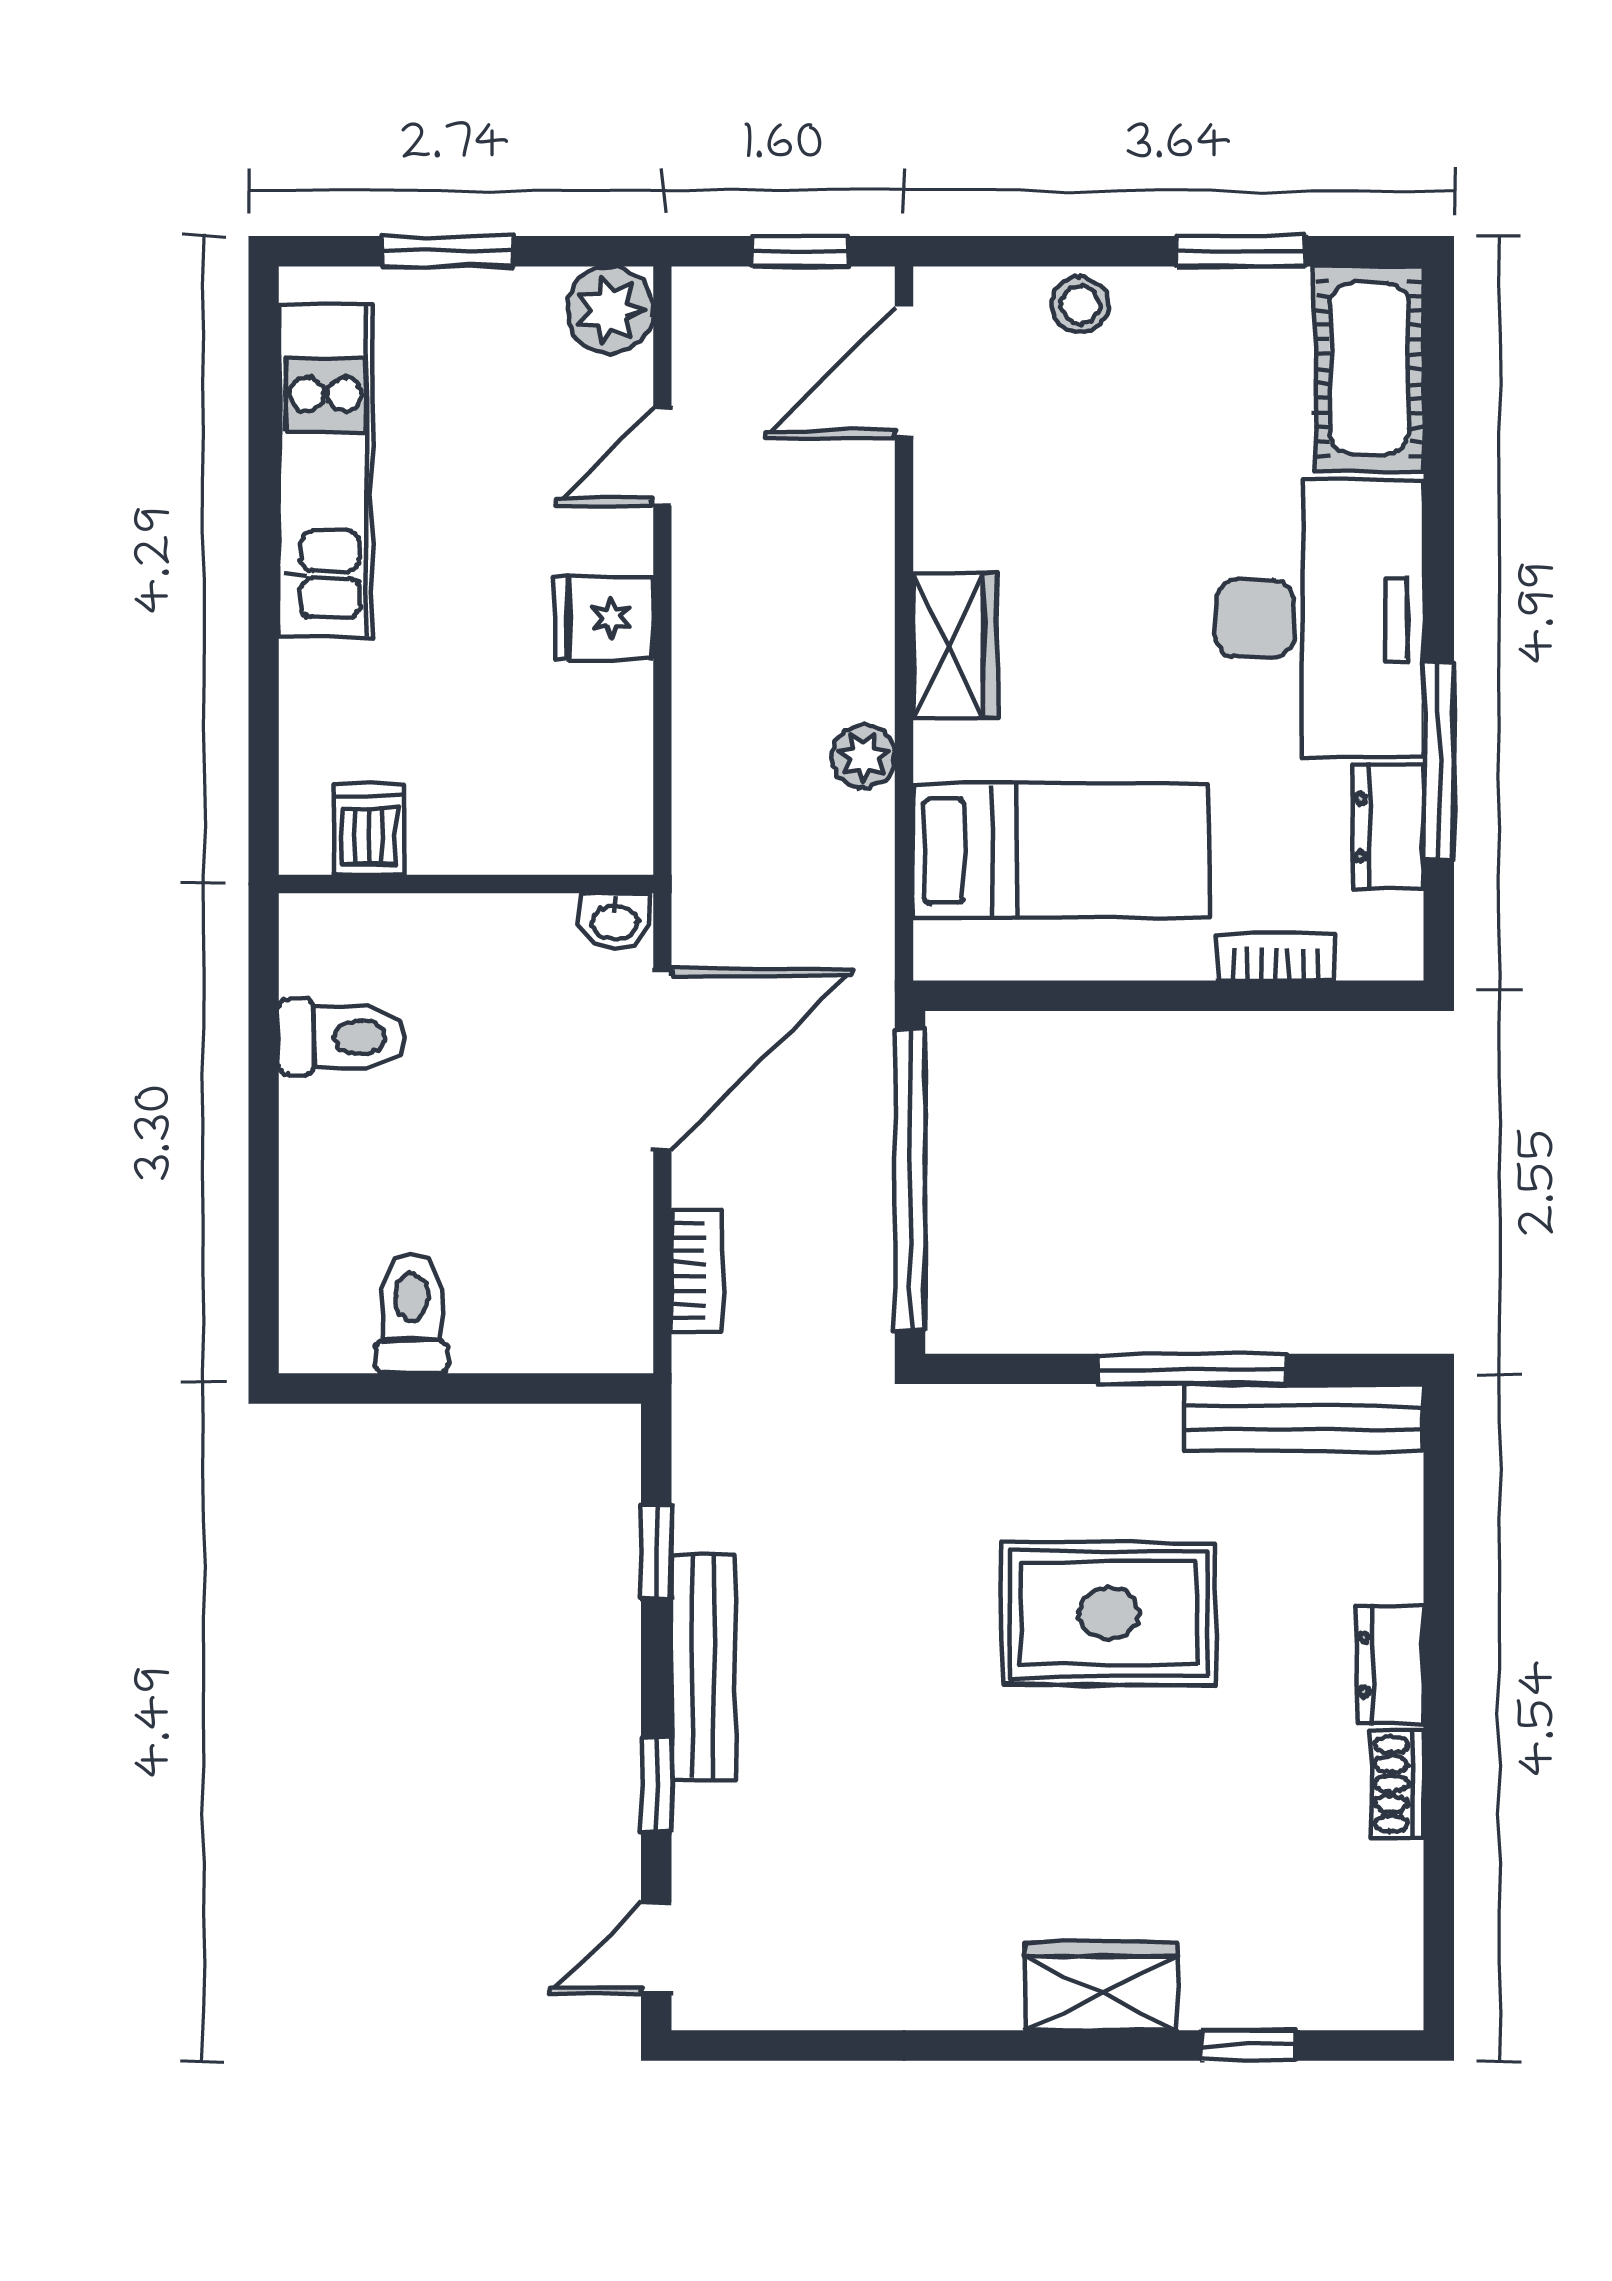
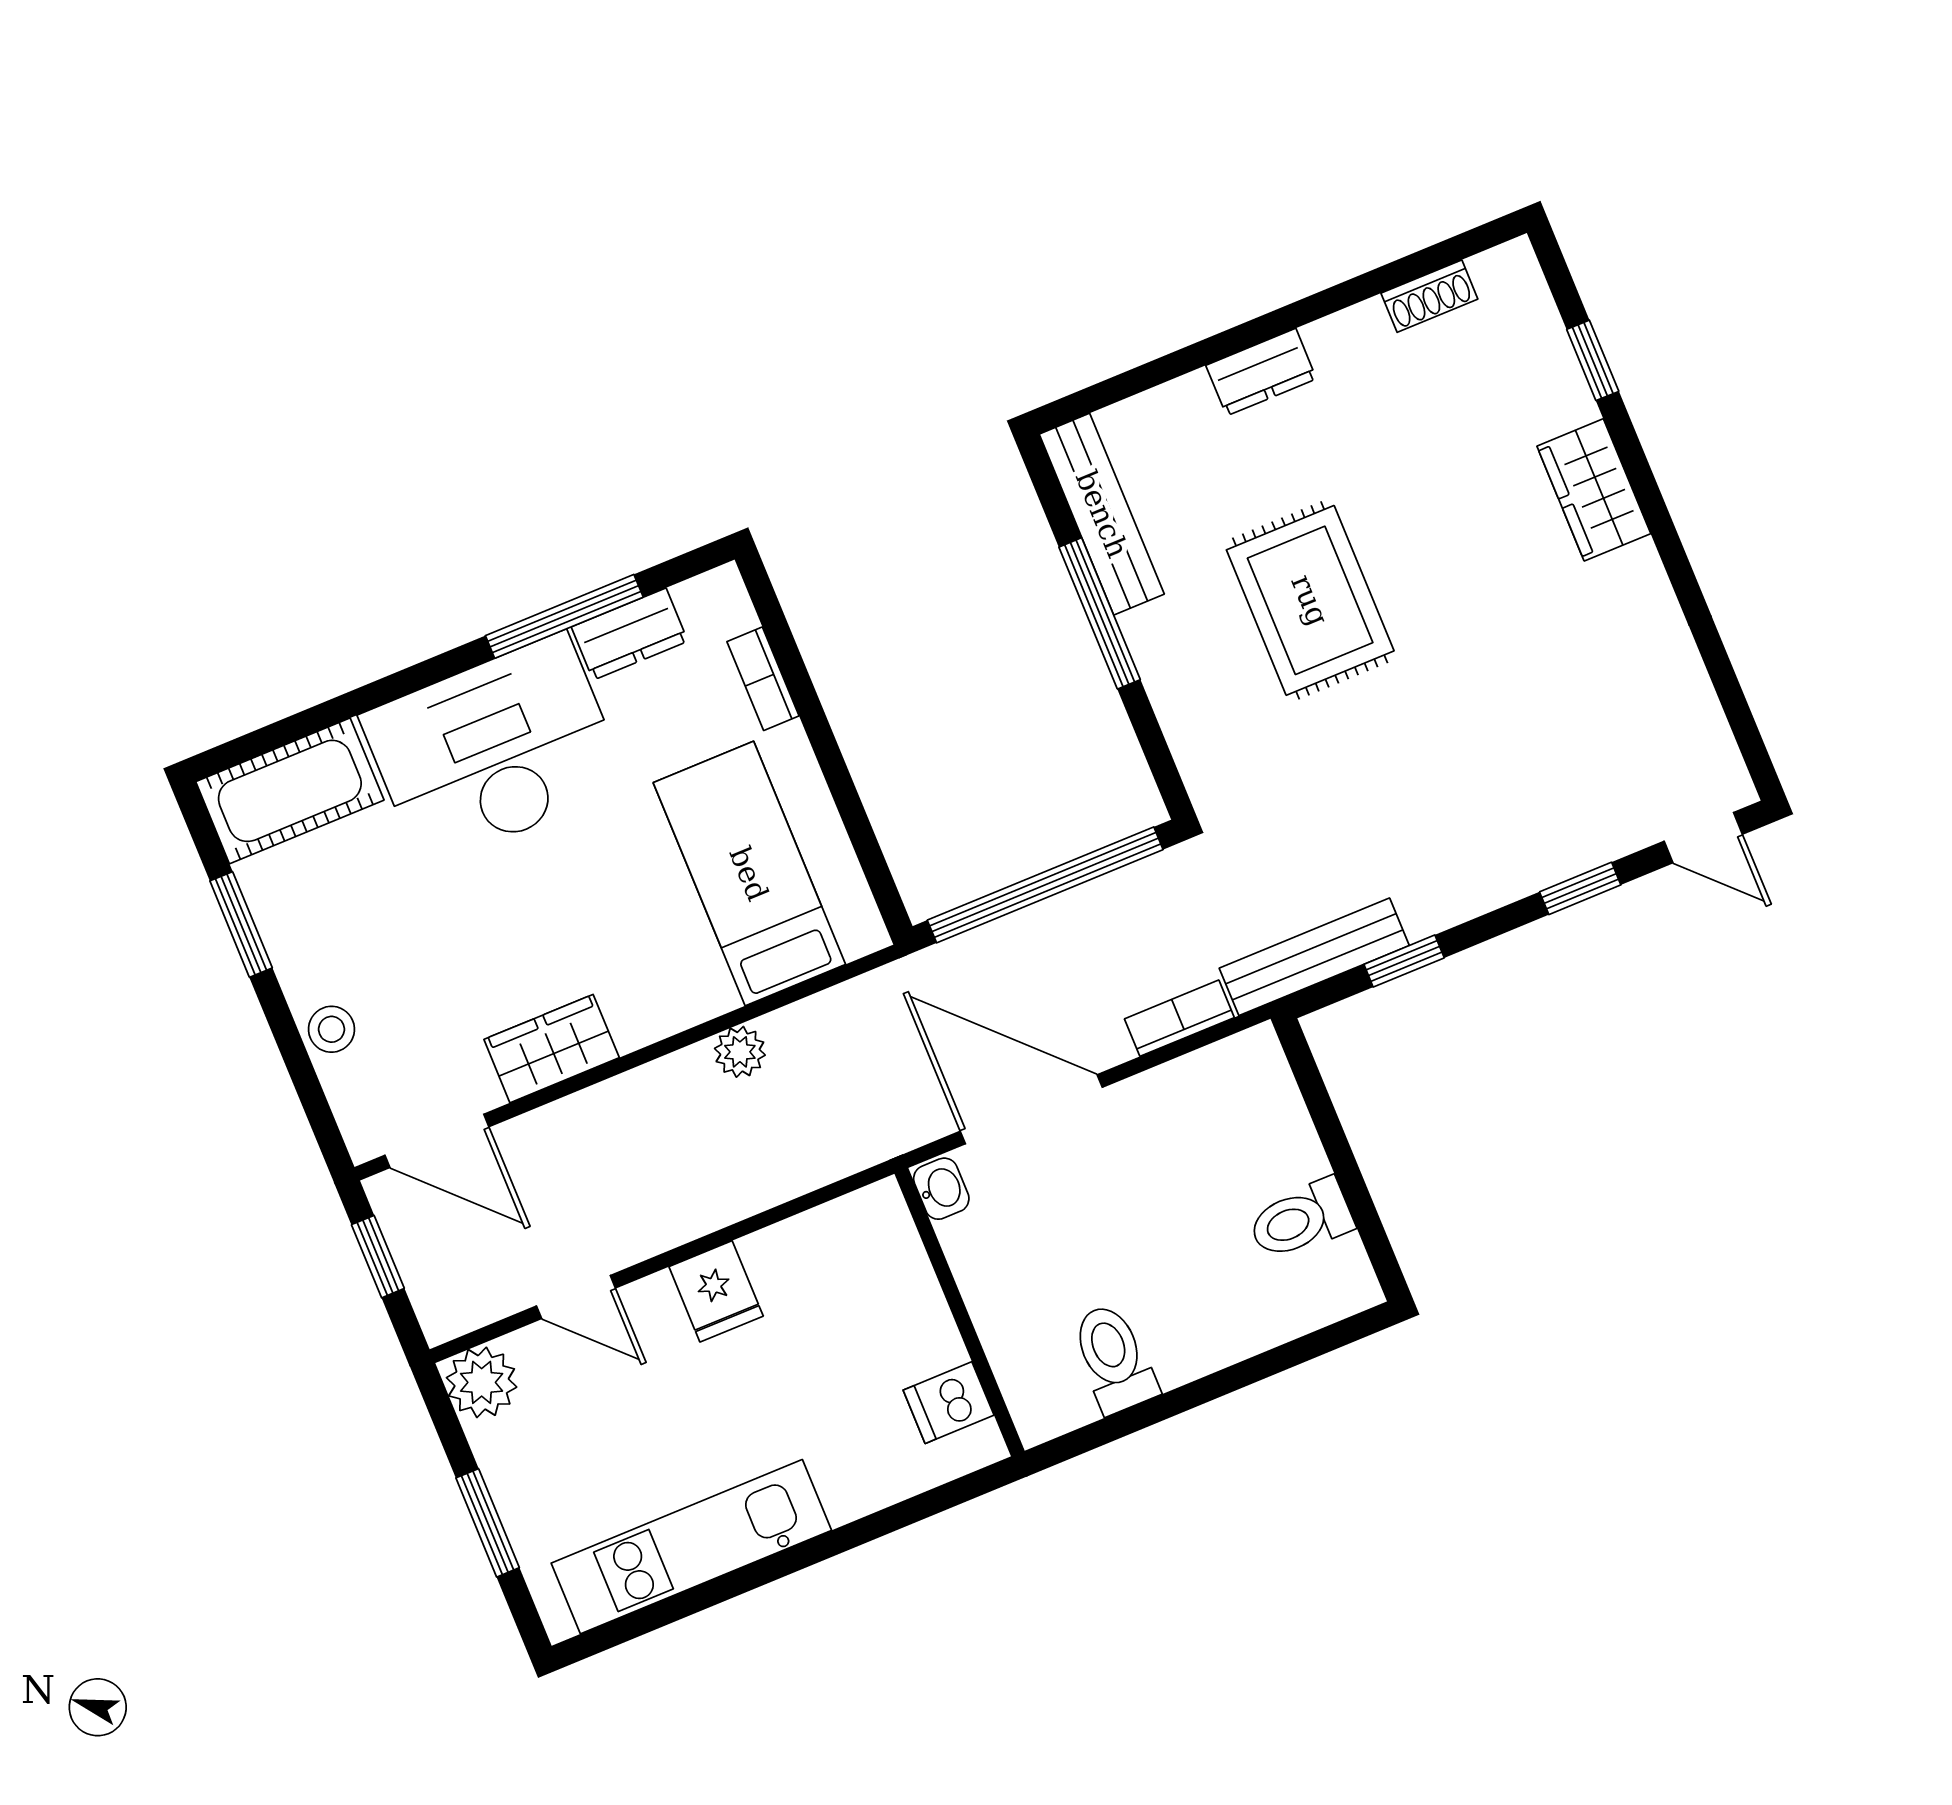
wardrobe: (955, 645) -> (552, 1049), moved
bench: (703, 1667) -> (1314, 957), moved
shoe rack: (1398, 1784) -> (1429, 296), moved

